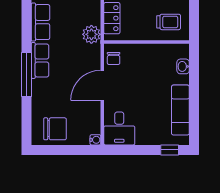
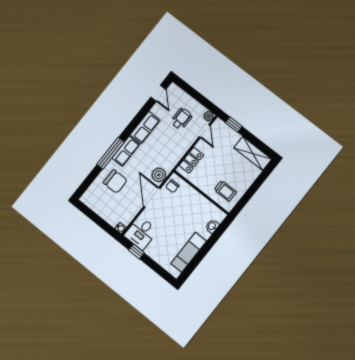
plant: (91, 34) -> (159, 175), moved
door: (102, 85) -> (152, 197), hinge flipped
chair: (55, 129) -> (115, 181), moved
window: (170, 150) -> (136, 251), moved

